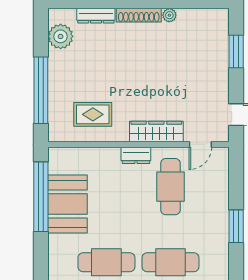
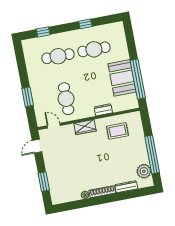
window: (41, 90) -> (152, 154), moved
wardrobe: (156, 132) -> (85, 127), width x0.67
door: (200, 144) -> (54, 126), hinge flipped
dresser: (136, 155) -> (103, 110), moved
window: (236, 226) -> (28, 97), moved

